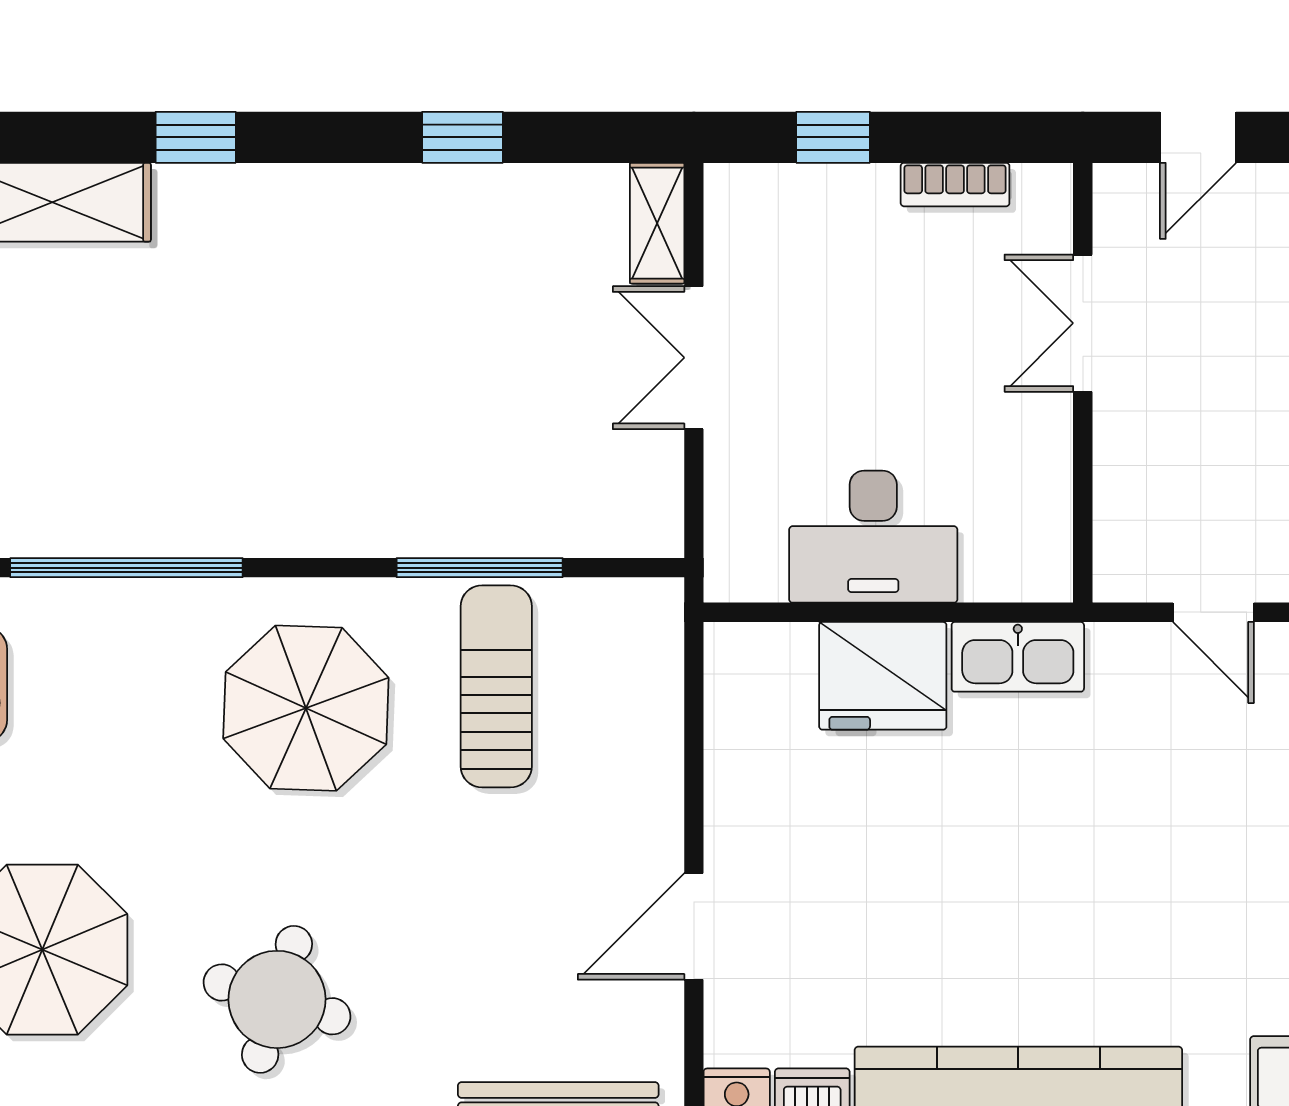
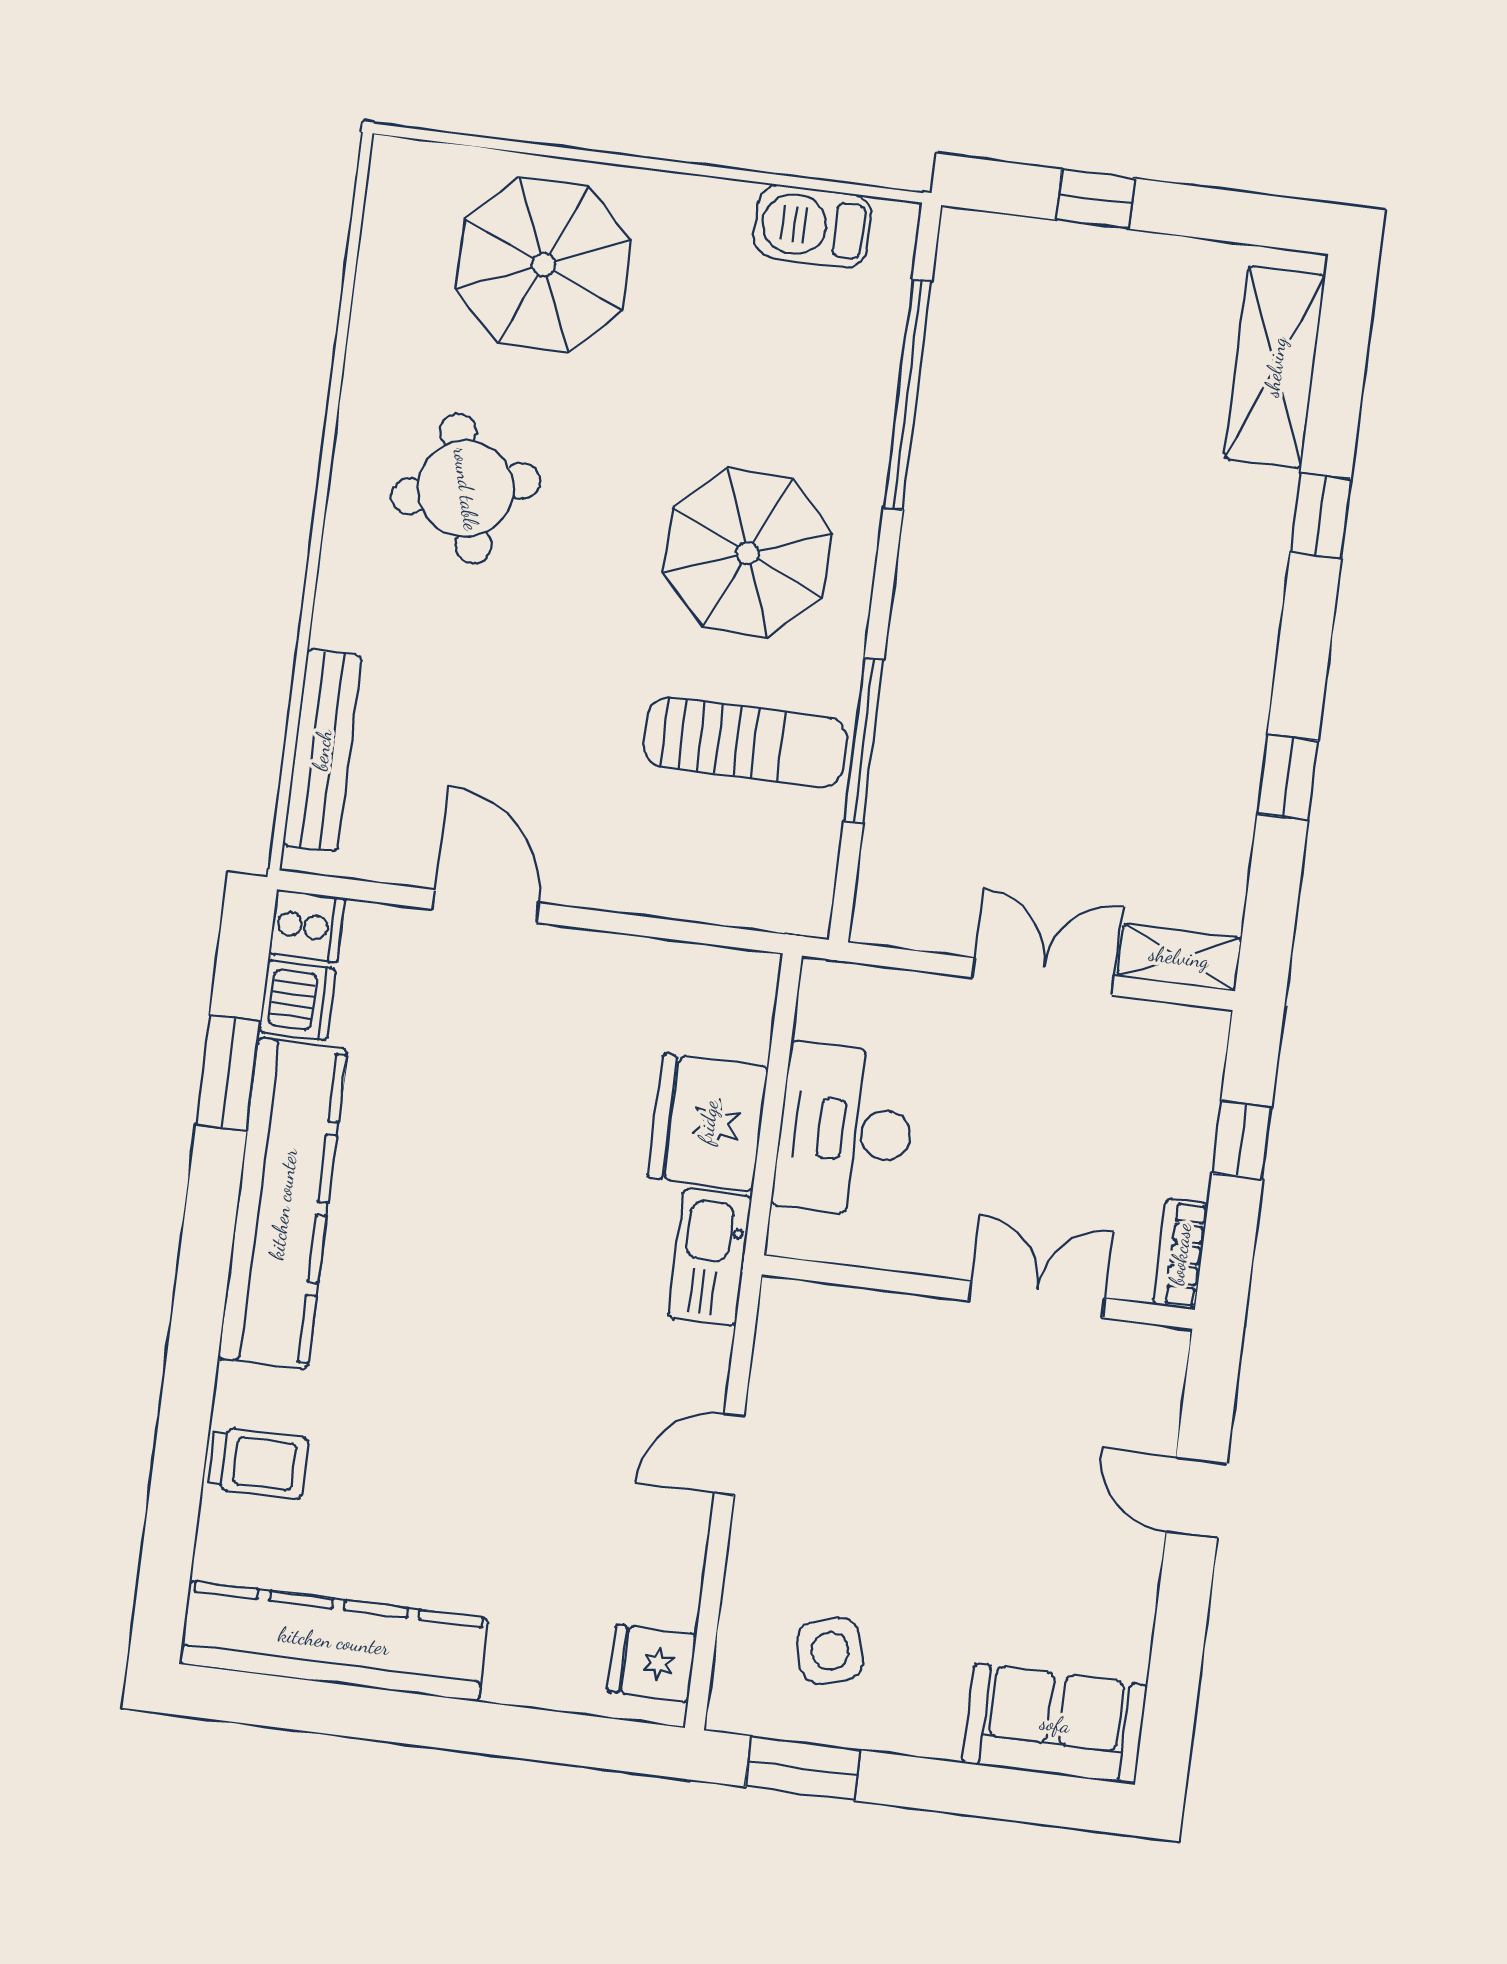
double door: (1083, 323) -> (1037, 1300), moved
wall: (1083, 383) -> (978, 1292), moved
round table: (277, 999) -> (466, 489), turned -32

